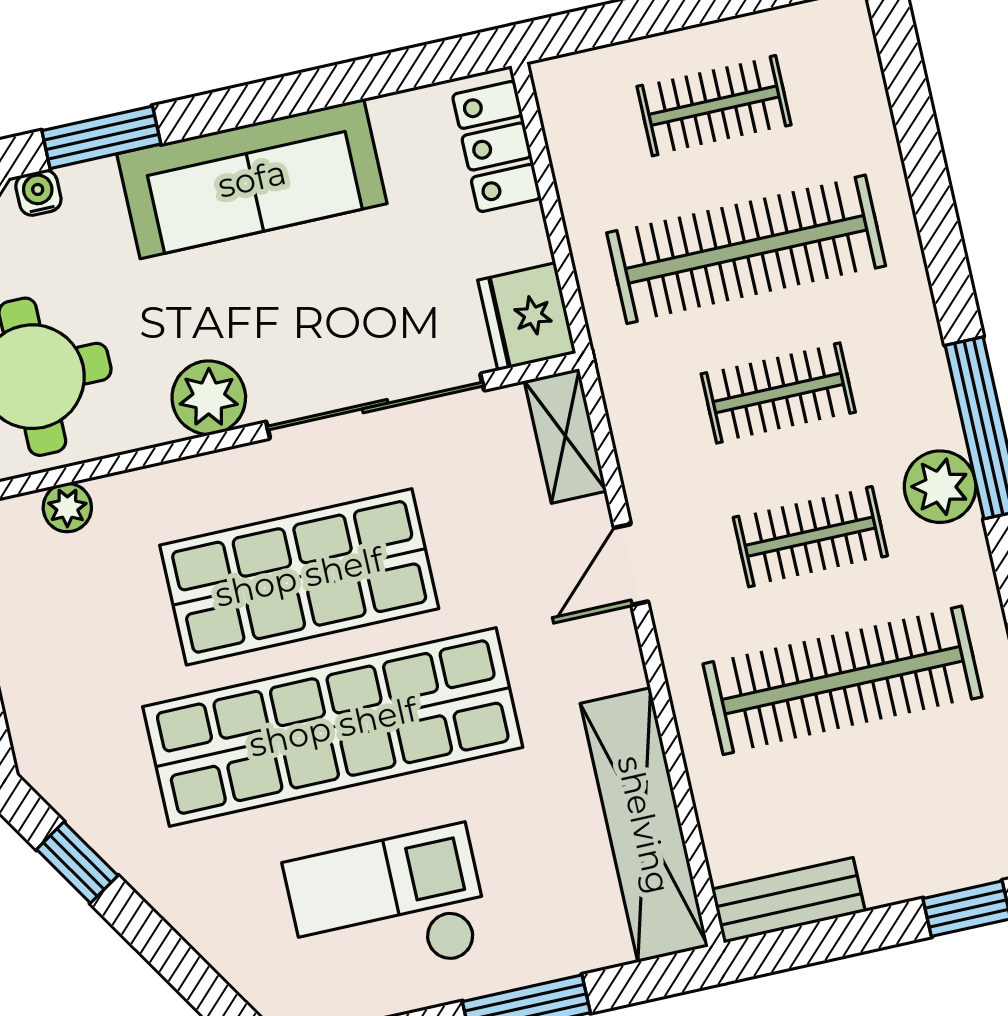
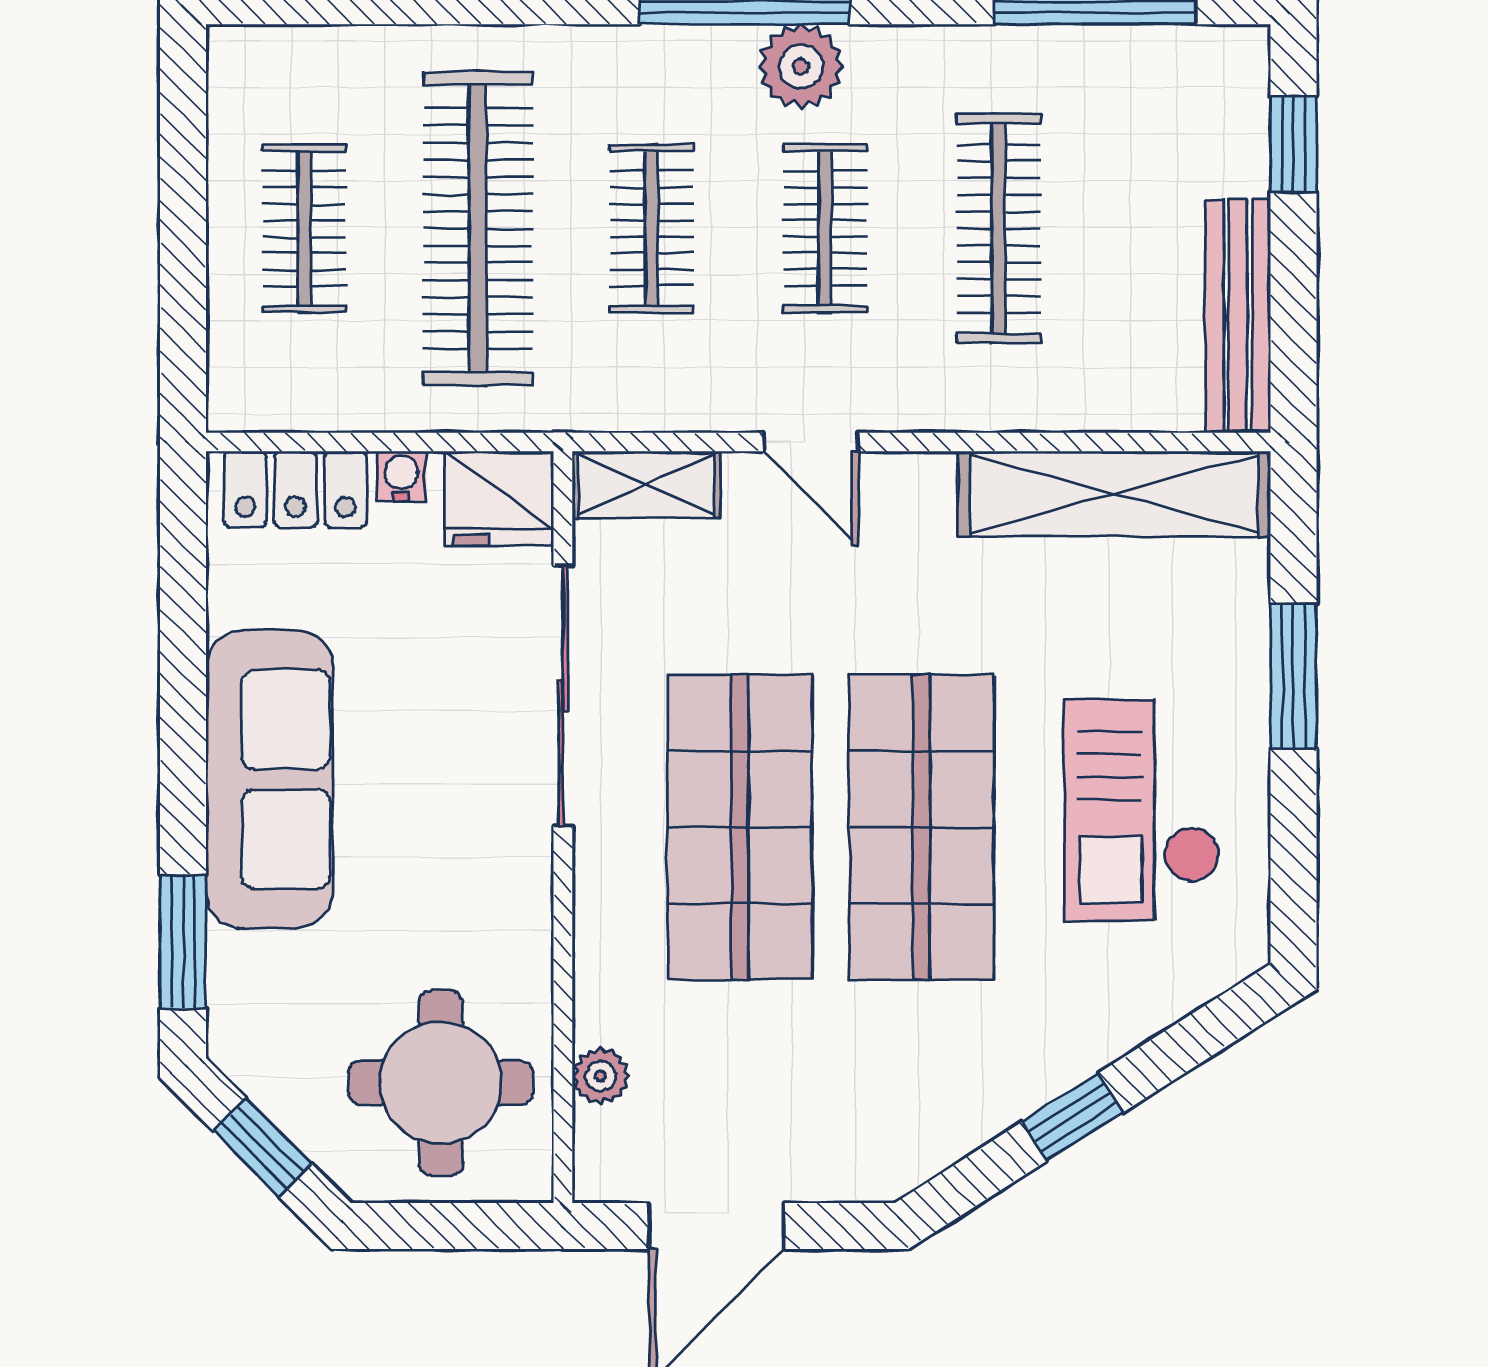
water cooler: (38, 193) -> (401, 476), moved, turned 90
plant: (209, 398) -> (510, 885), removed
clothes rail: (842, 680) -> (999, 229), width x0.73, depth x0.76
shop shelf: (333, 727) -> (921, 827), width x0.71
window: (77, 863) -> (1073, 1117), moved
bench: (788, 900) -> (1238, 316), width x1.36

